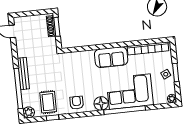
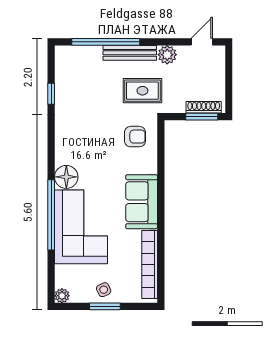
rug: (48, 102) -> (142, 91), moved
armchair: (77, 103) -> (135, 137), moved
plant: (29, 112) -> (167, 55), moved

